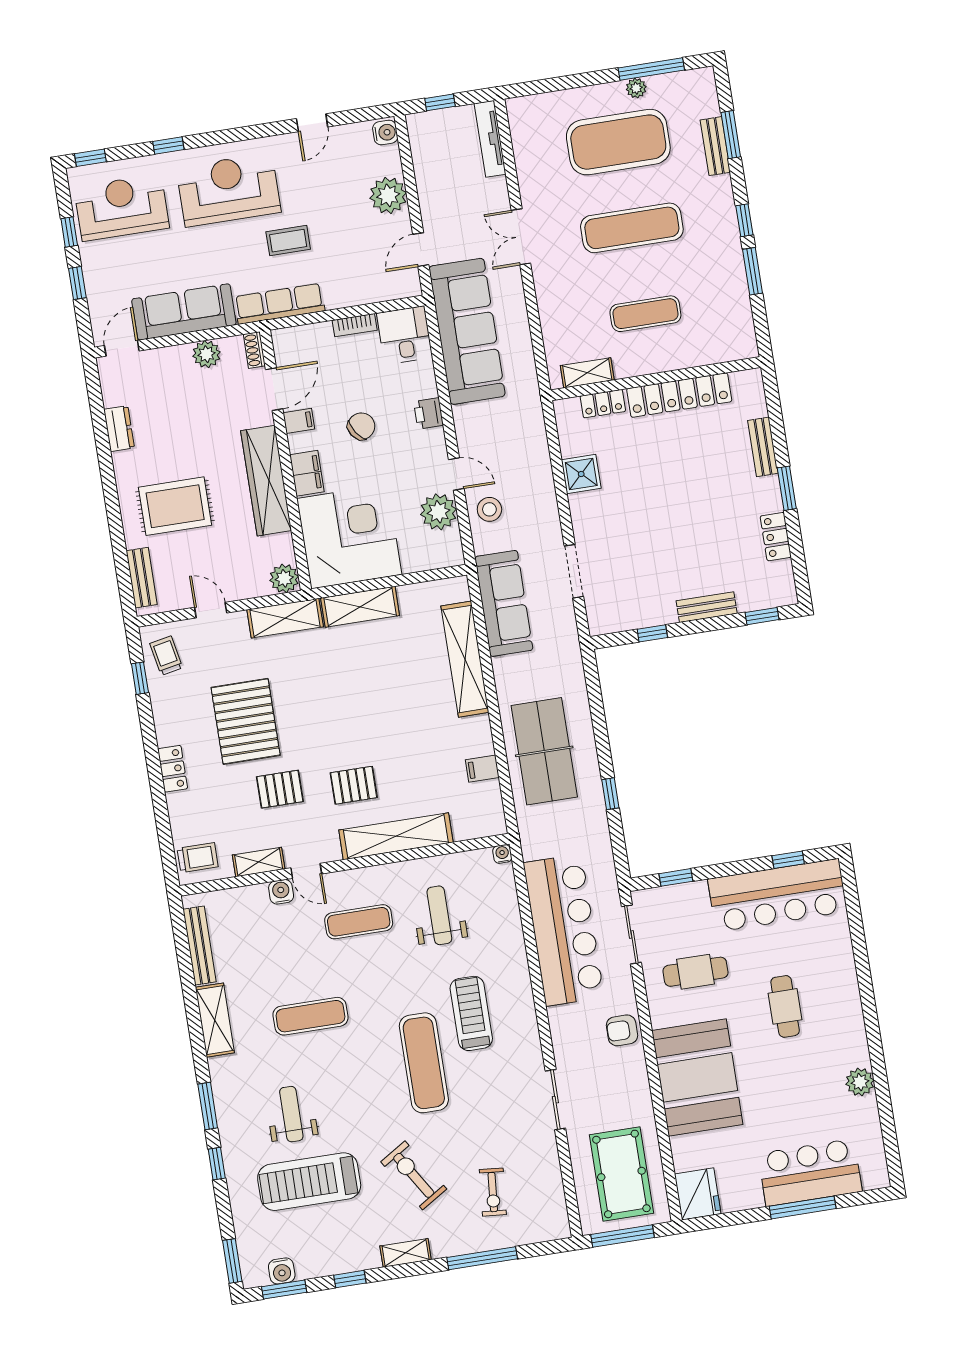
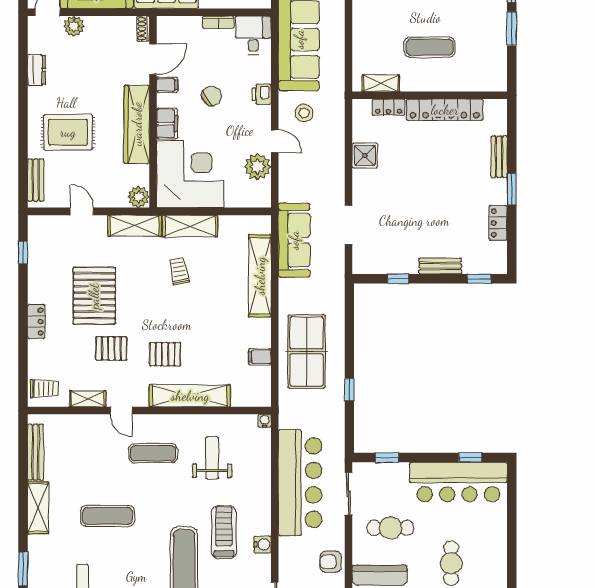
plant: (206, 354) -> (74, 26), moved
stool: (489, 509) -> (304, 113), moved
trolley: (166, 656) -> (179, 271), moved
water cooler: (281, 892) -> (262, 544), moved, turned 90

